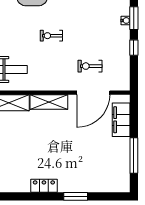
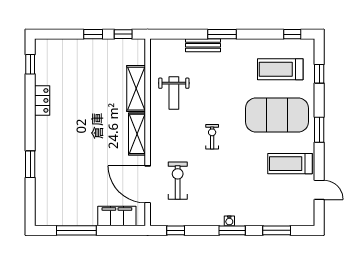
window: (134, 48) -> (176, 230), moved
exercise bike: (90, 66) -> (178, 181), width x1.38, depth x1.39
locker: (44, 186) -> (42, 100), moved

